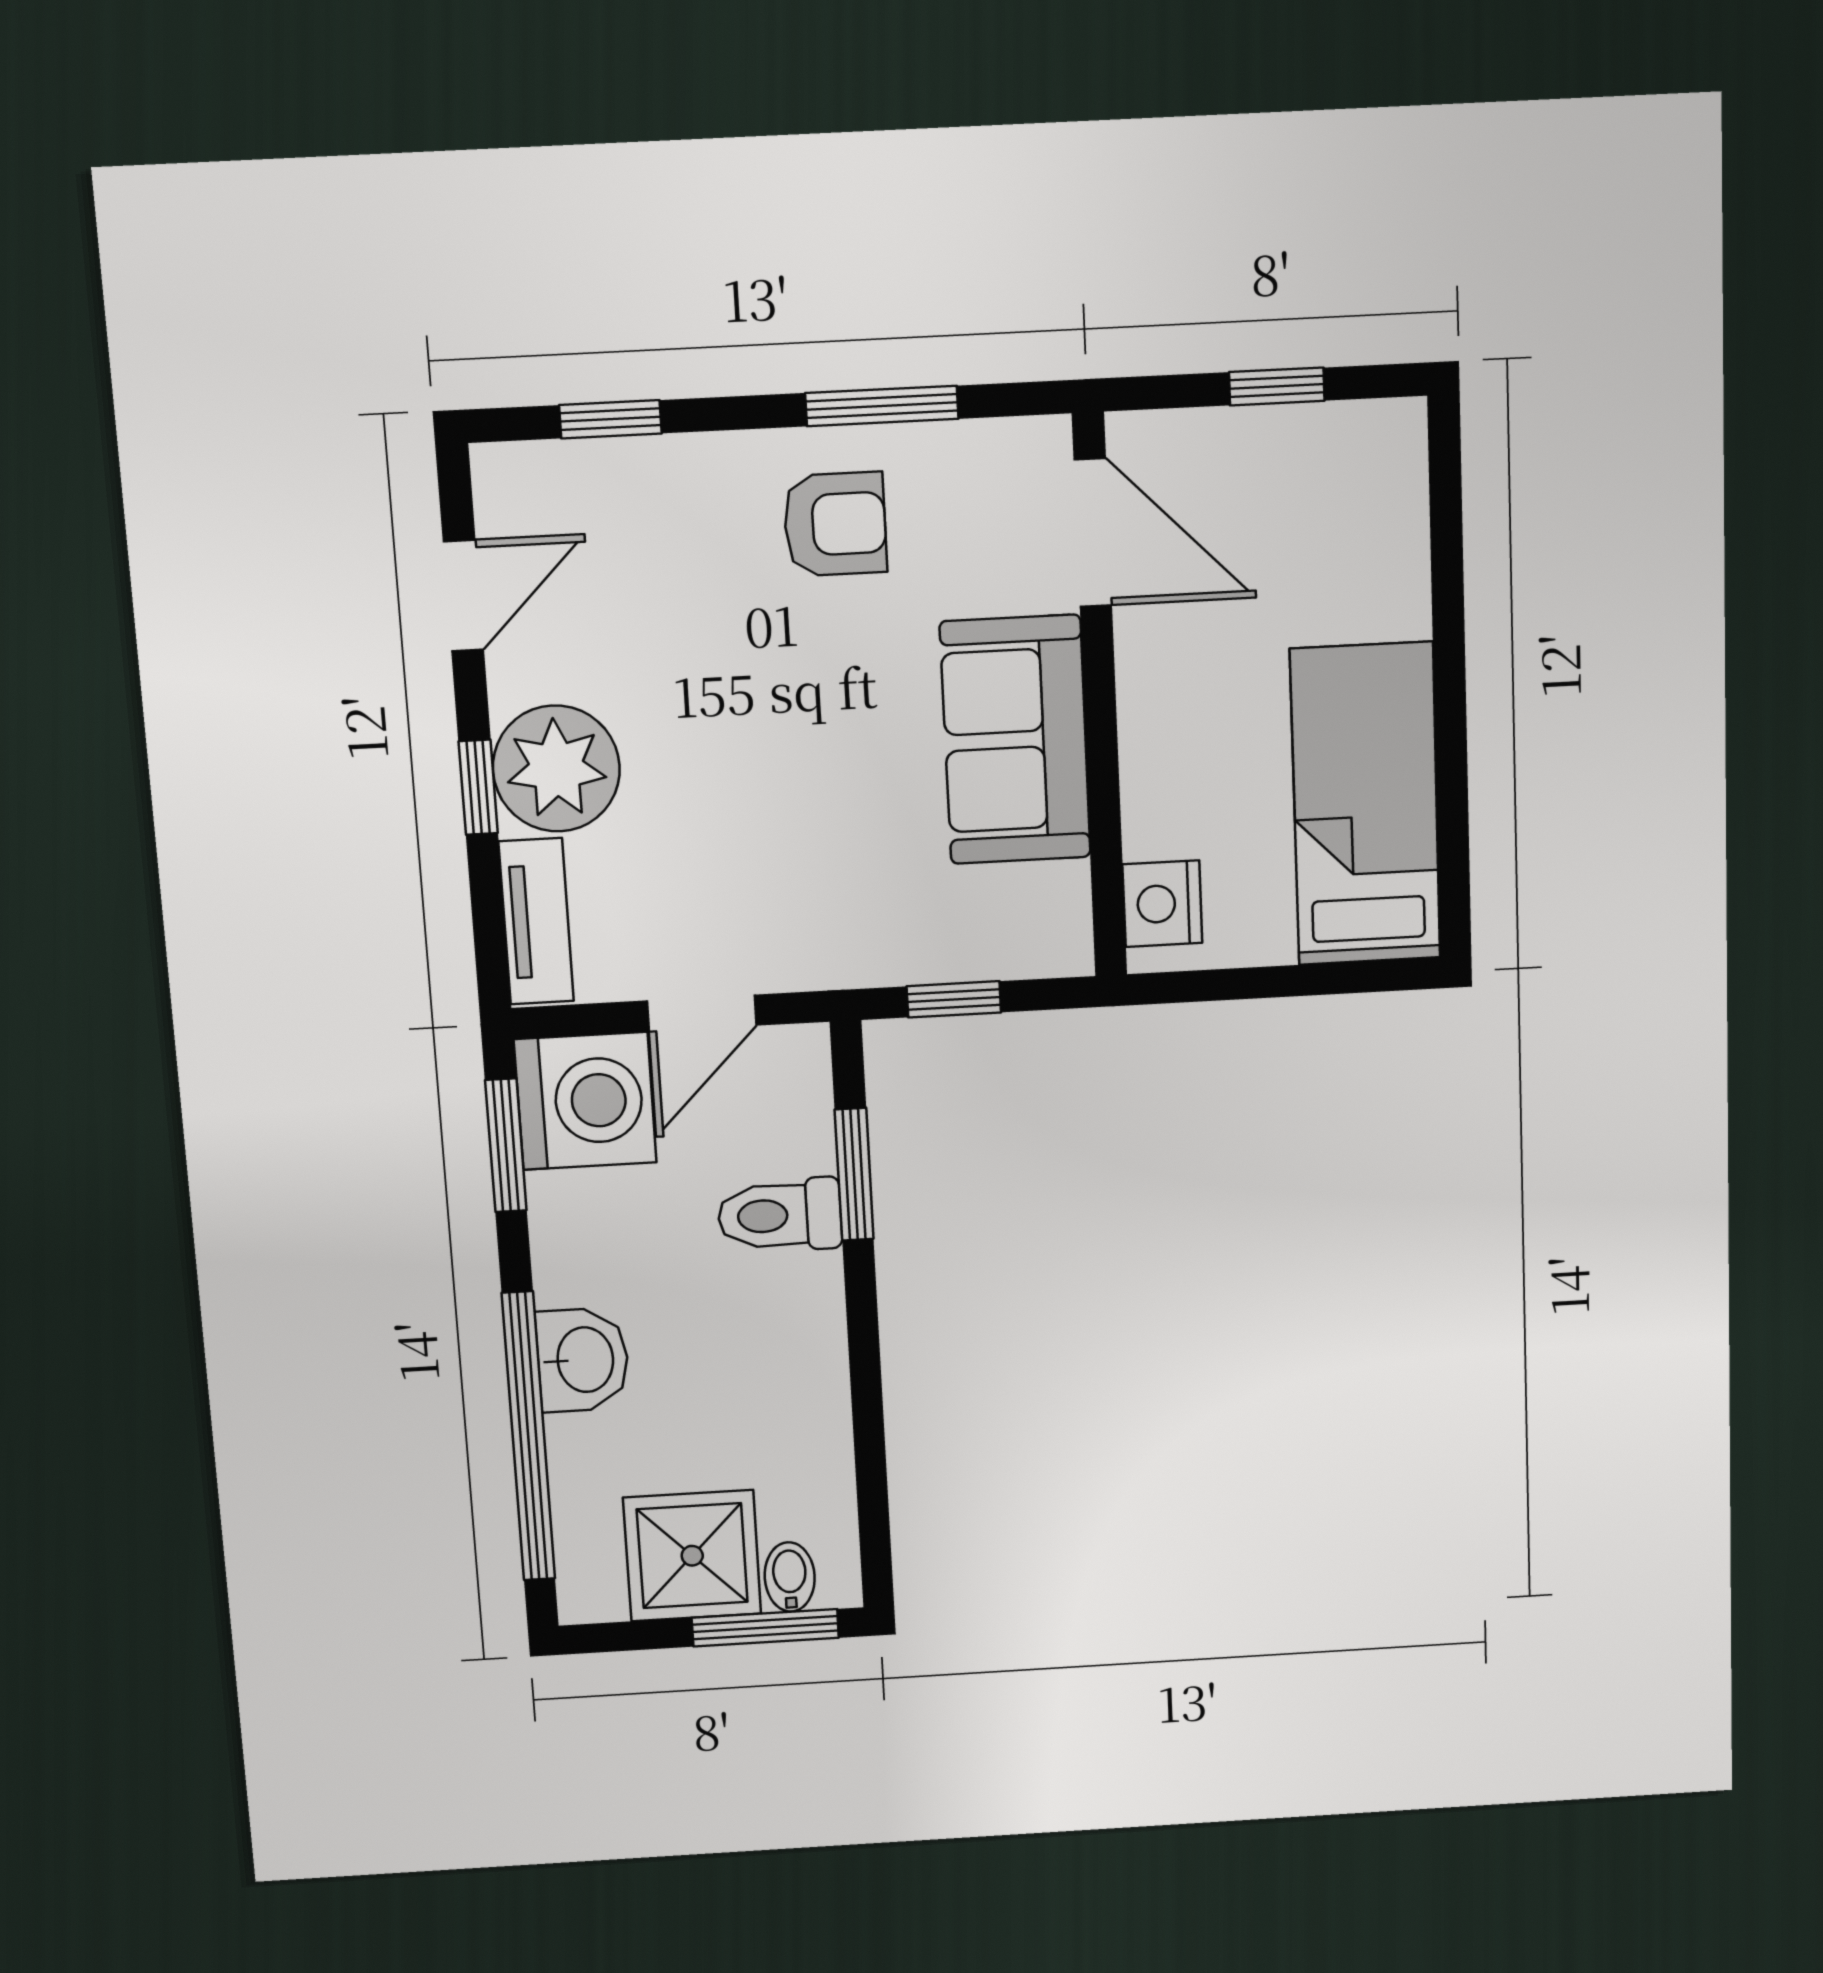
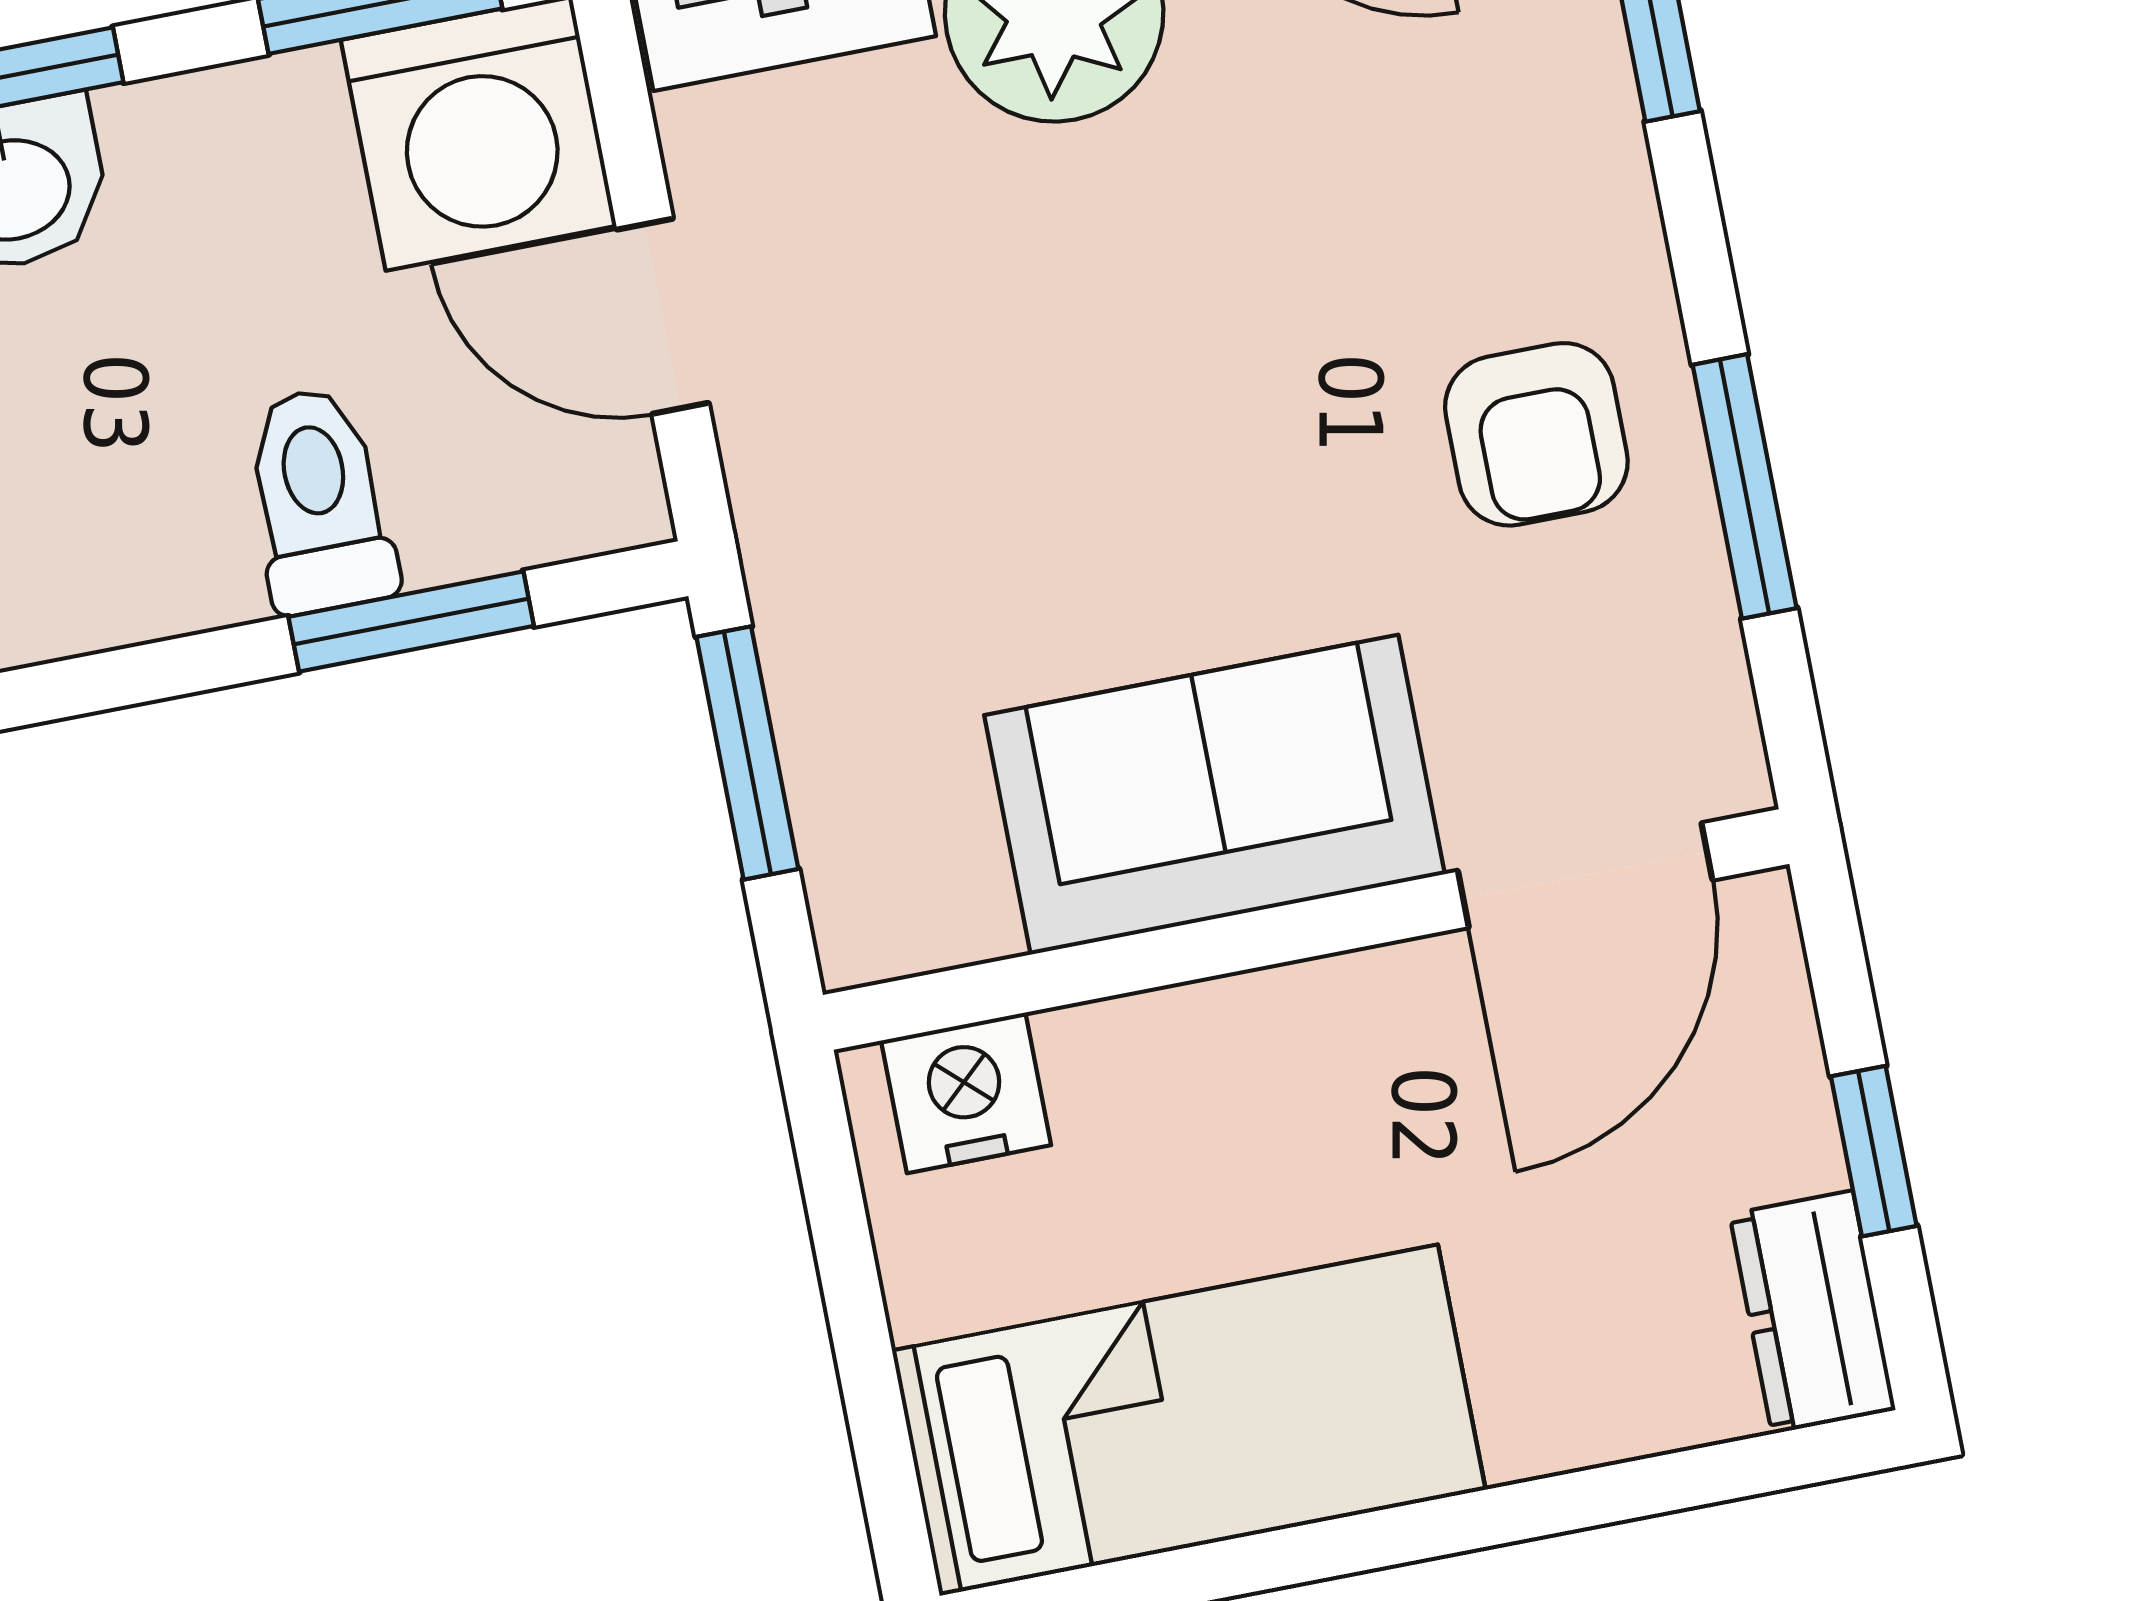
dresser: (1363, 436) -> (1812, 1312), added
window: (954, 999) -> (747, 753), width x1.50

